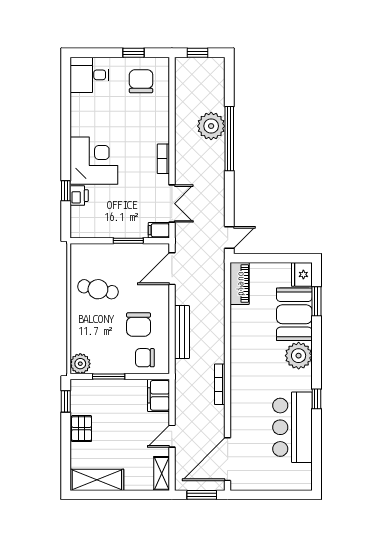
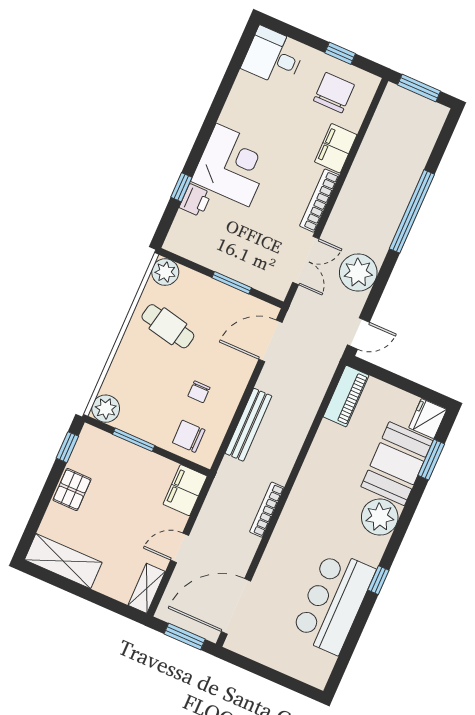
window: (197, 53) -> (419, 88), width x1.50
plant: (211, 126) -> (358, 273), moved
bookcase: (163, 159) -> (319, 201), width x1.56
filing cabinet: (159, 230) -> (336, 148), moved, width x2.00
plant: (80, 253) -> (165, 272), added
chair: (139, 324) -> (199, 392), width x0.54, depth x0.54

